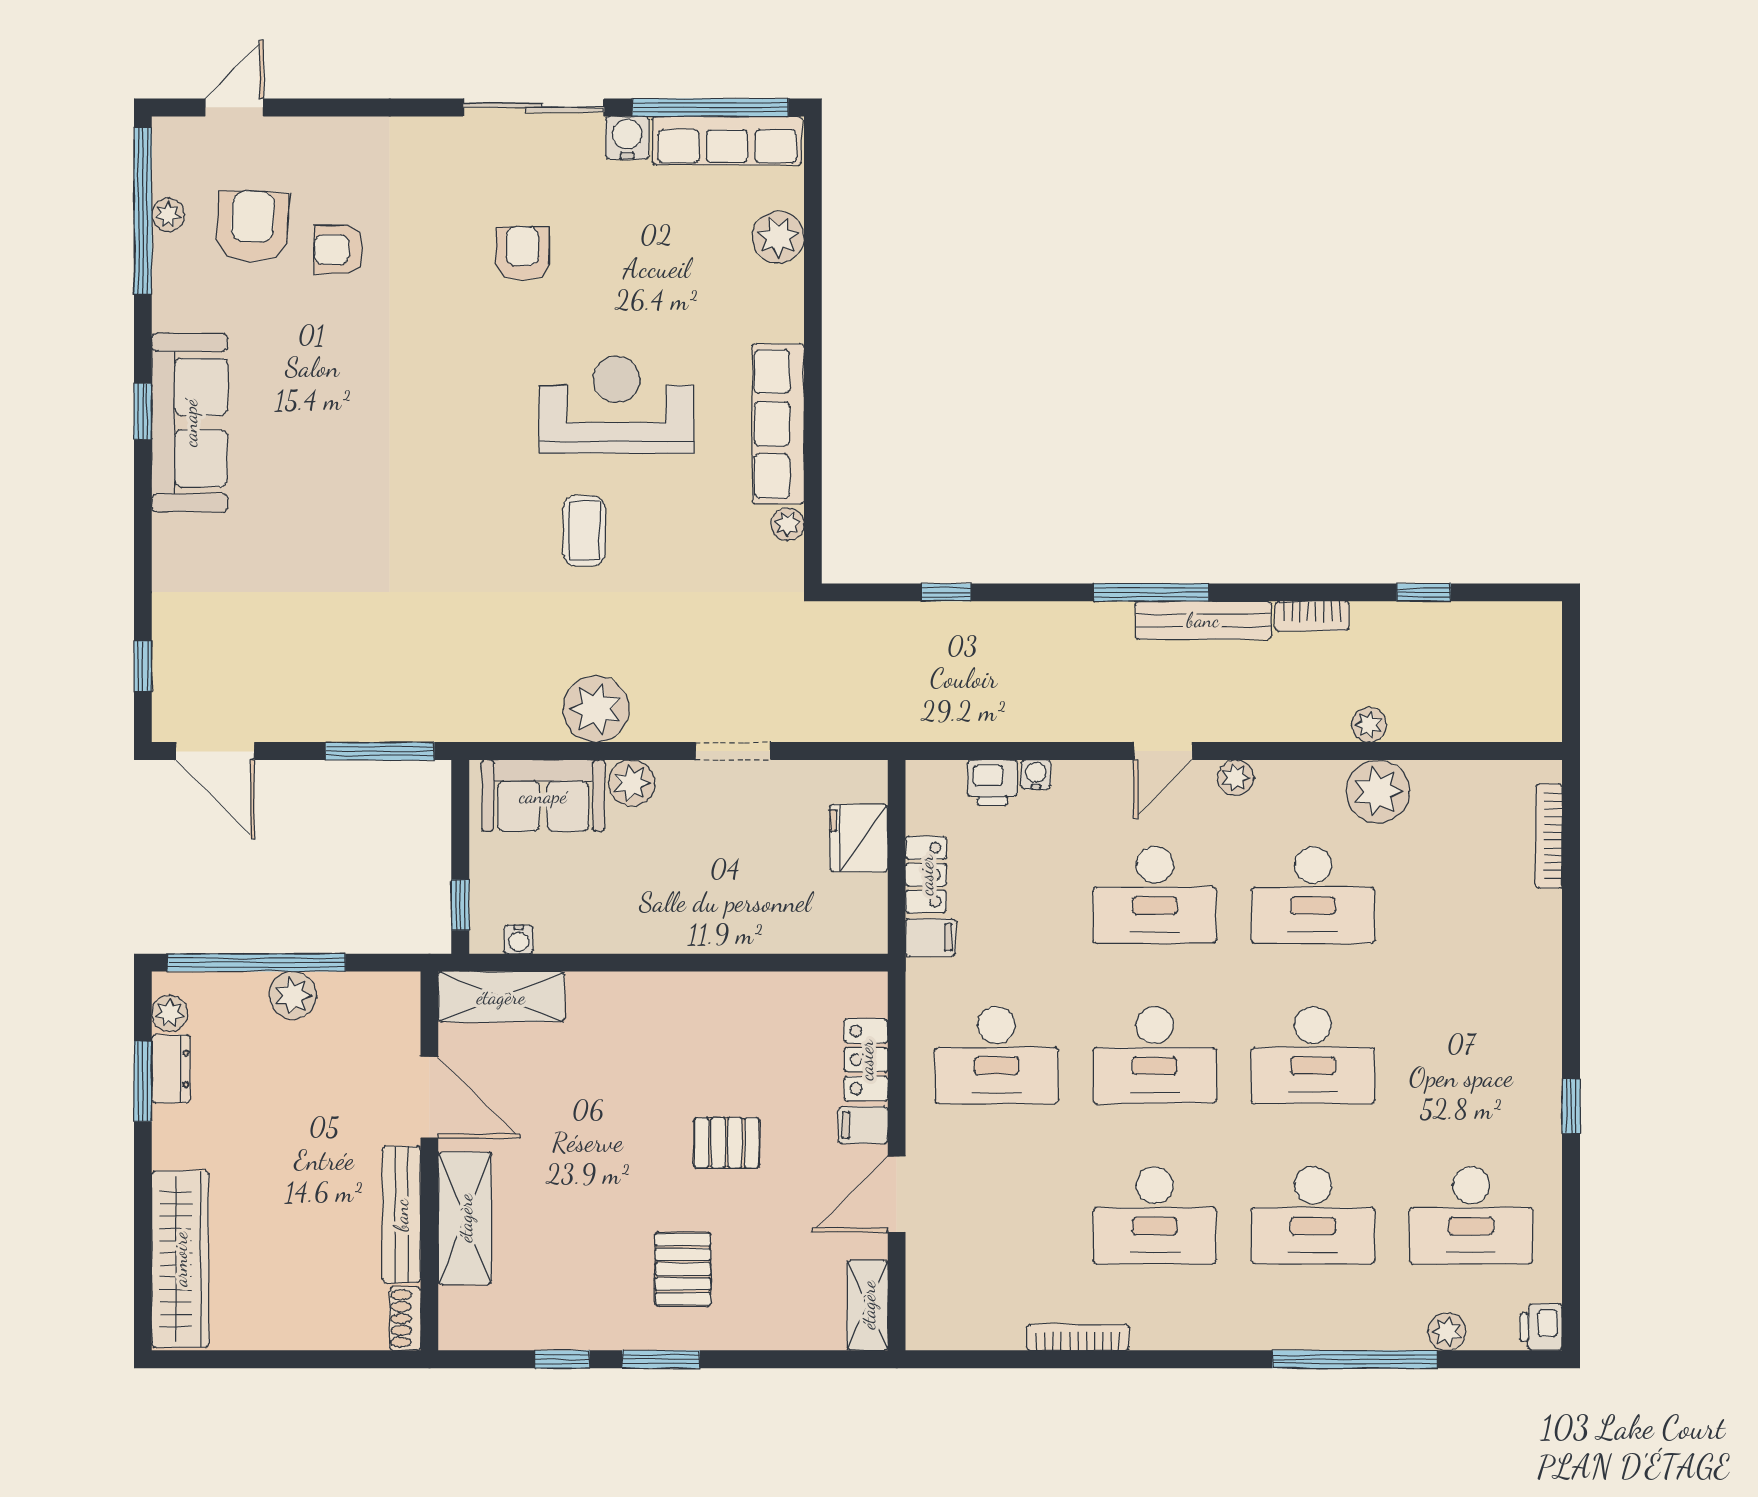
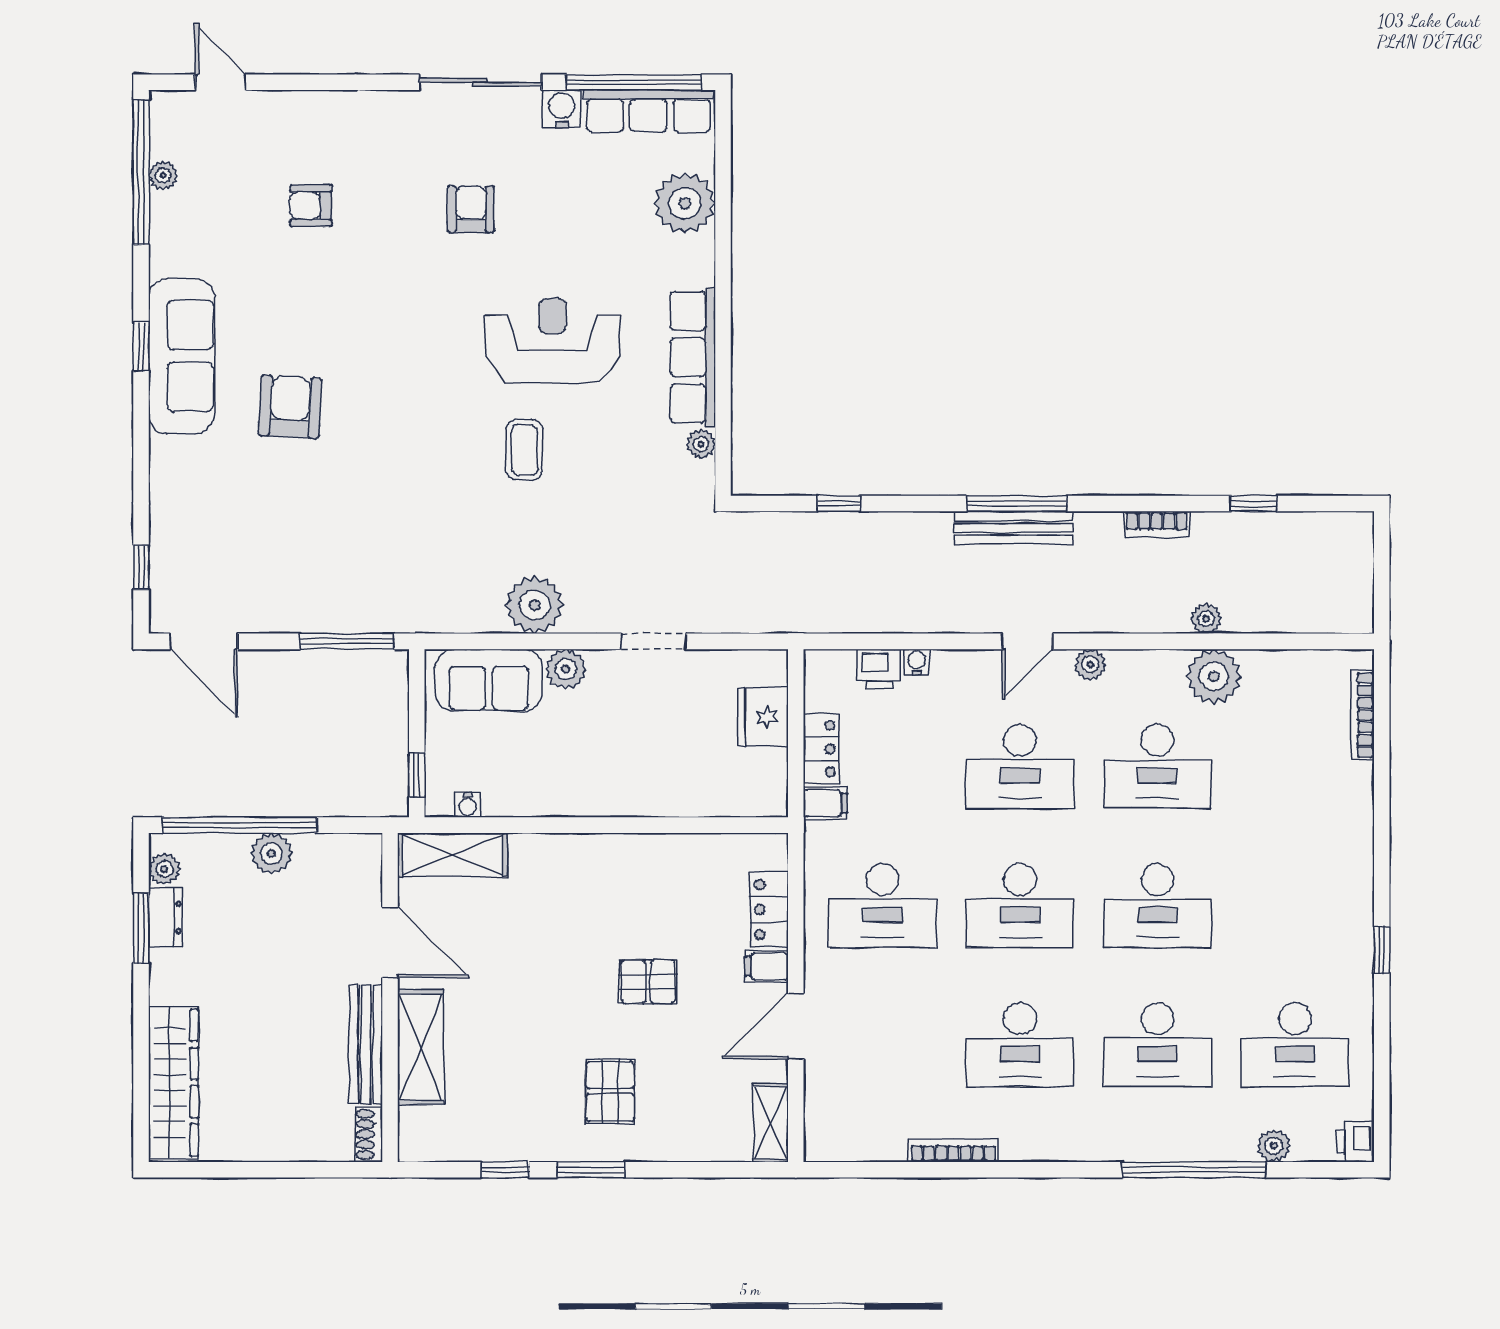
door: (234, 107) -> (220, 82), hinge flipped
armchair: (252, 226) -> (290, 407), moved
plant: (778, 237) -> (685, 203), width x1.36, depth x1.36
bench: (1203, 620) -> (1014, 528), moved

